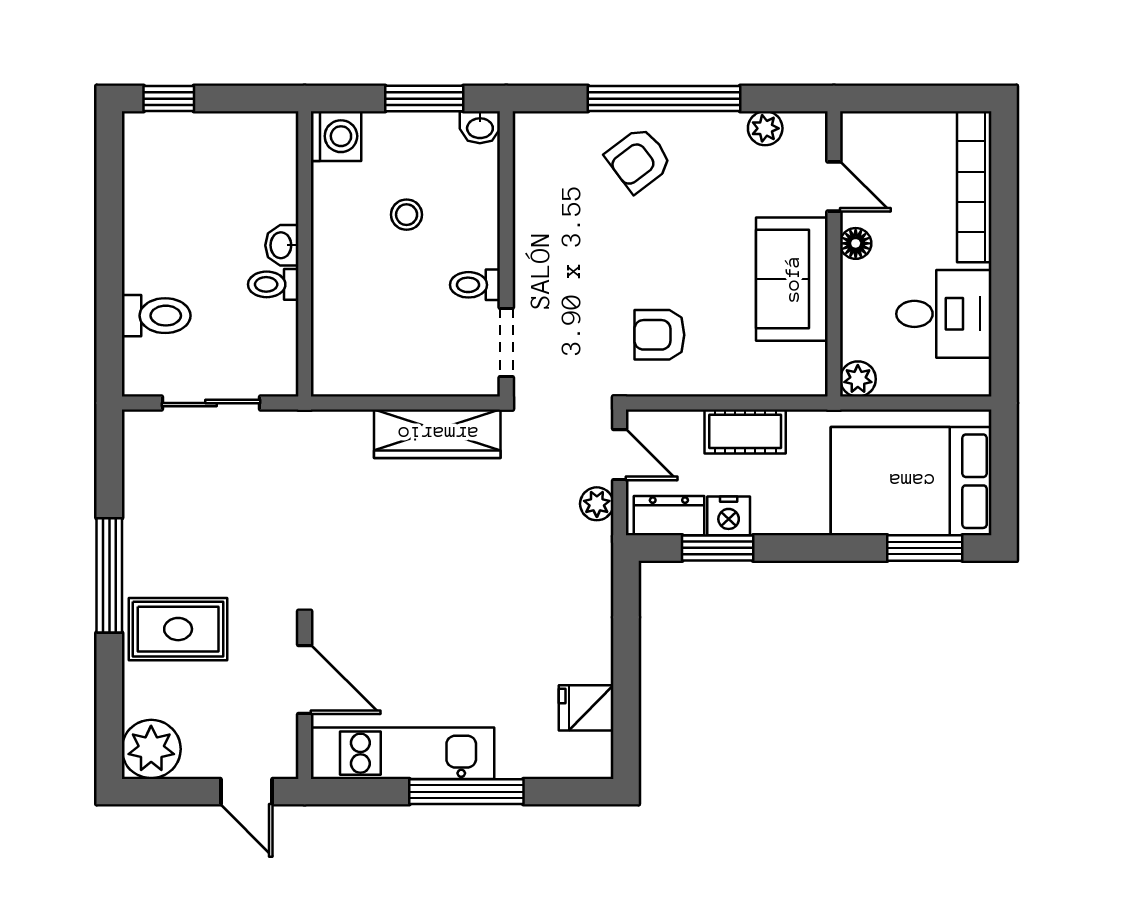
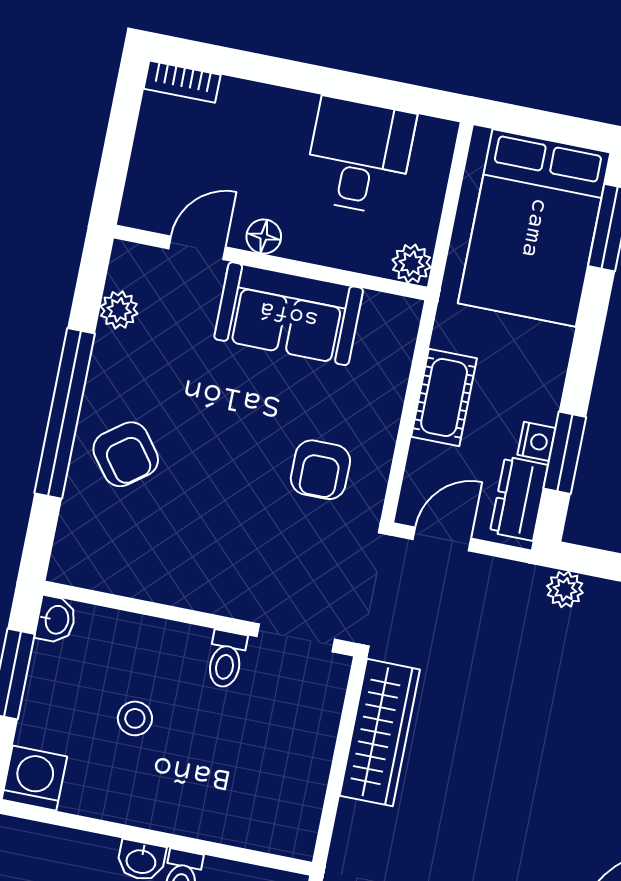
bookcase: (974, 187) -> (182, 82), width x0.43, depth x0.76
plant: (597, 504) -> (565, 589), moved
nightstand: (729, 516) -> (536, 441), width x0.72, depth x0.74

